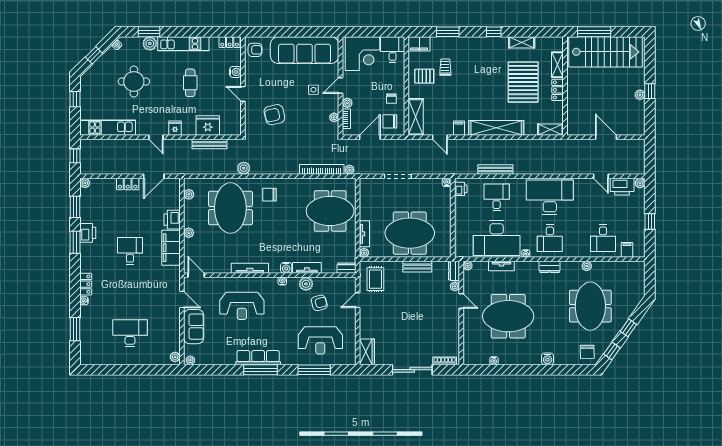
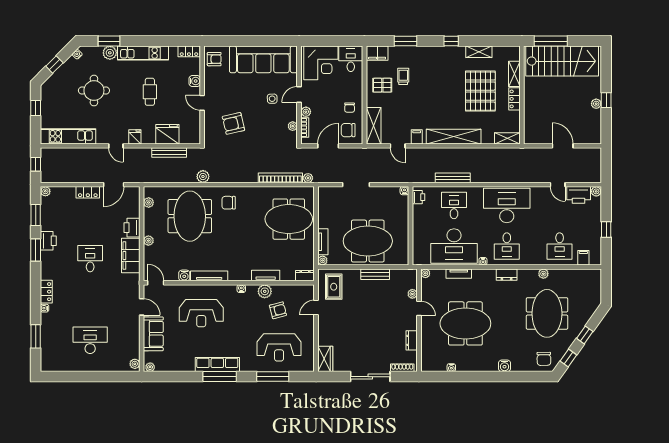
water cooler: (286, 268) -> (184, 275), moved
dresser: (454, 271) -> (412, 340), moved

